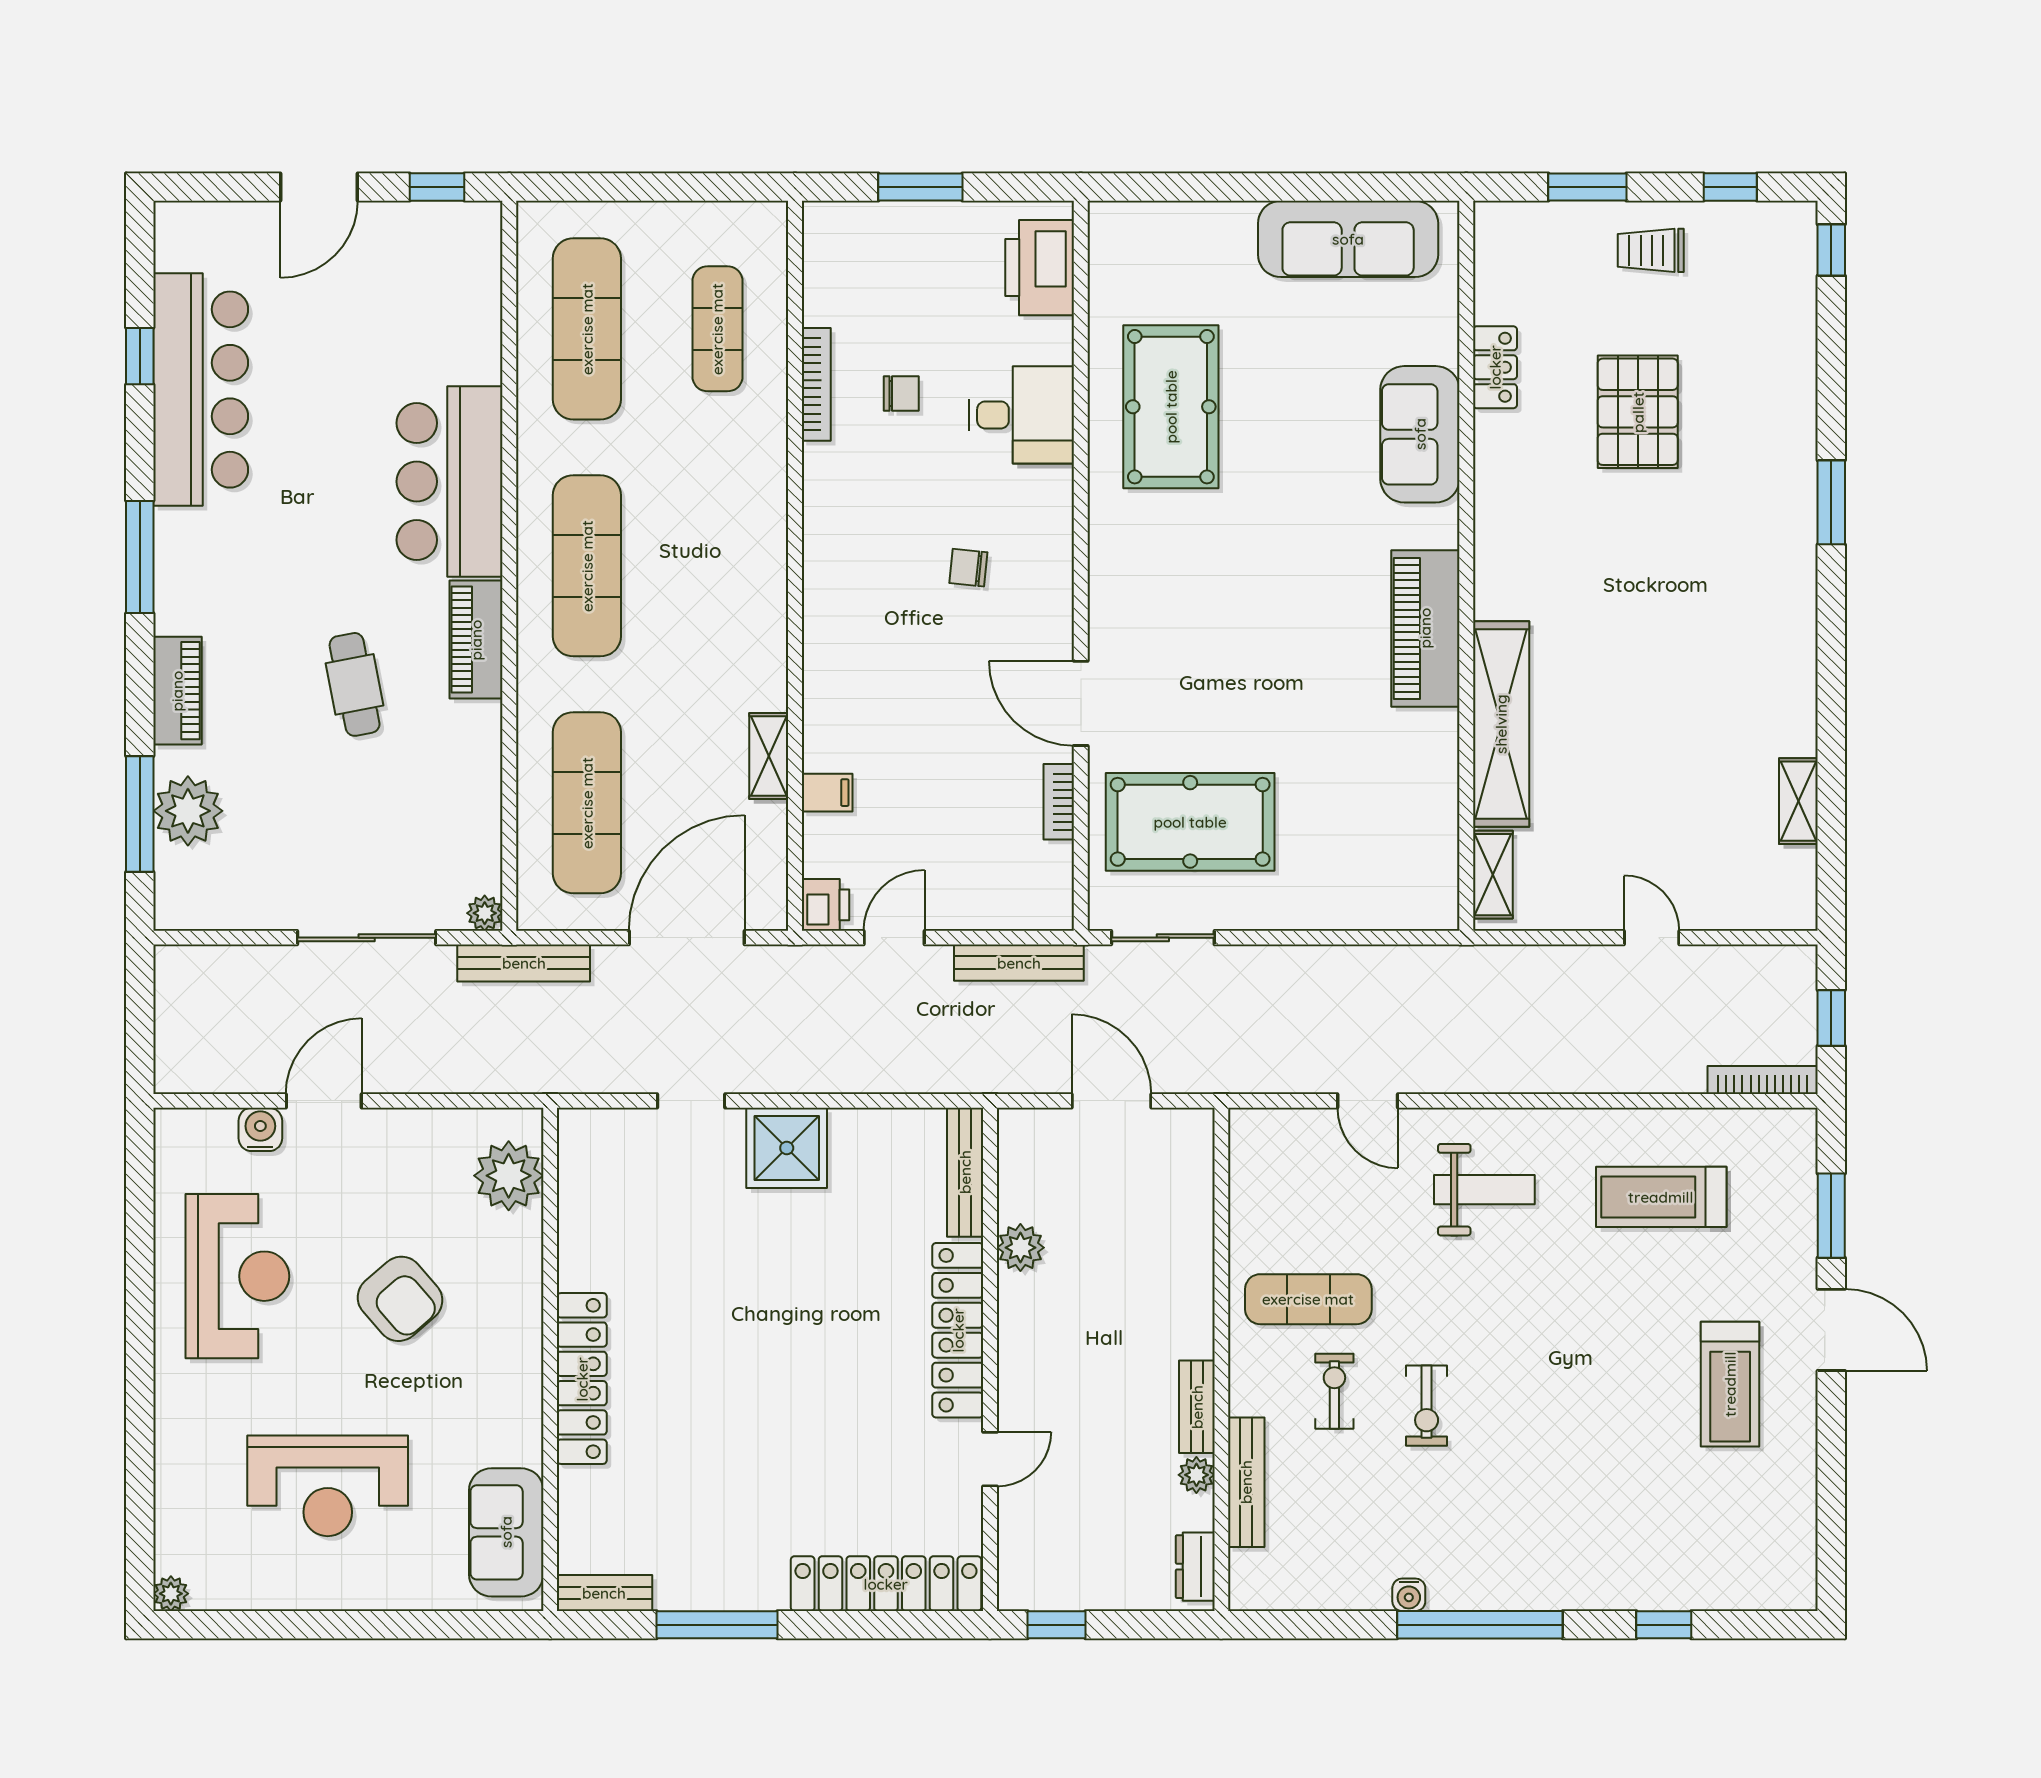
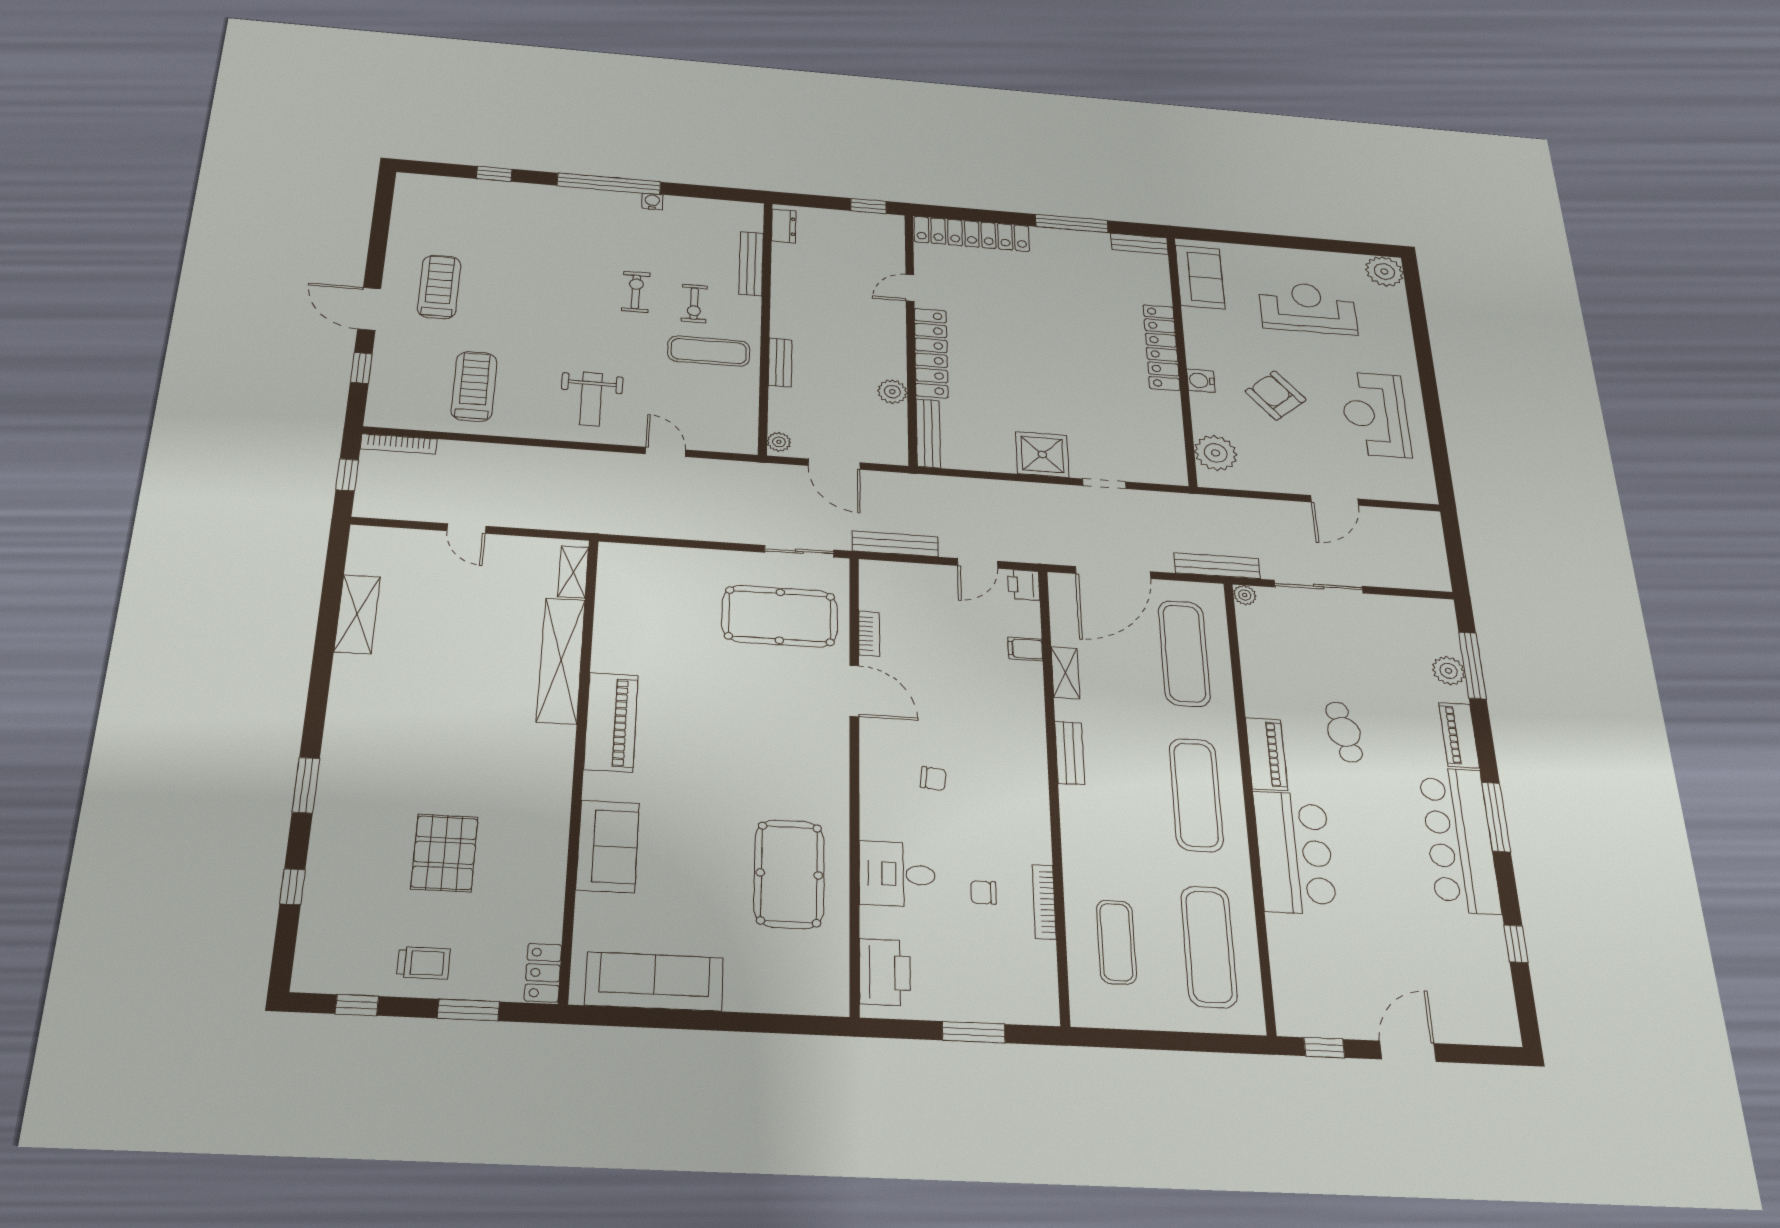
window: (1831, 250) -> (292, 887), moved
locker: (1495, 367) -> (543, 973), moved
bar counter: (201, 390) -> (1459, 840), moved
bench: (769, 622) -> (1070, 753), added
shelving: (1798, 801) -> (357, 614), width x1.50, depth x1.33
plant: (188, 811) -> (1449, 671), width x0.73, depth x0.73
water cooler: (260, 1129) -> (1201, 381), moved, turned 90
weight bench: (1484, 1190) -> (591, 399), turned -90
treadmill: (1661, 1197) -> (474, 386), turned -90
window: (1831, 1216) -> (361, 368), width x0.67
bench: (1197, 1407) -> (780, 363), moved
plant: (1196, 1475) -> (779, 442), moved
plant: (171, 1594) -> (1384, 271), width x1.88, depth x1.88

